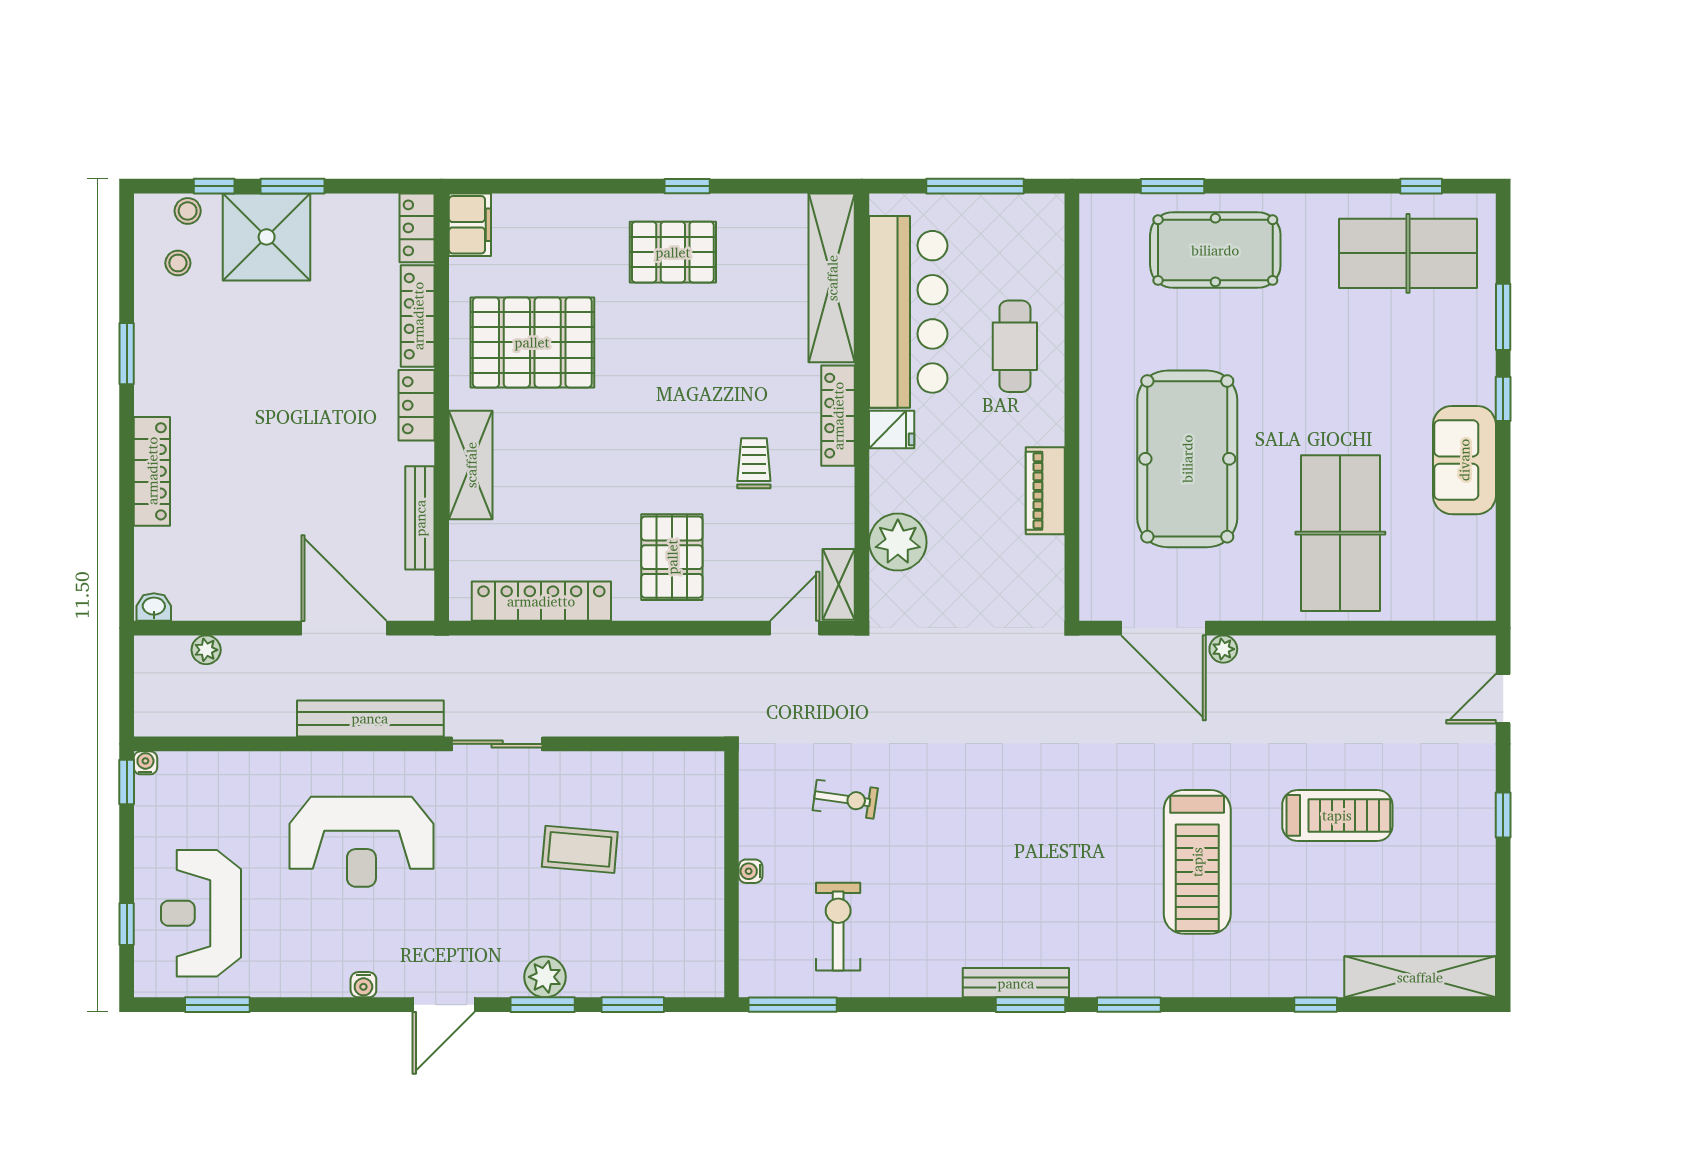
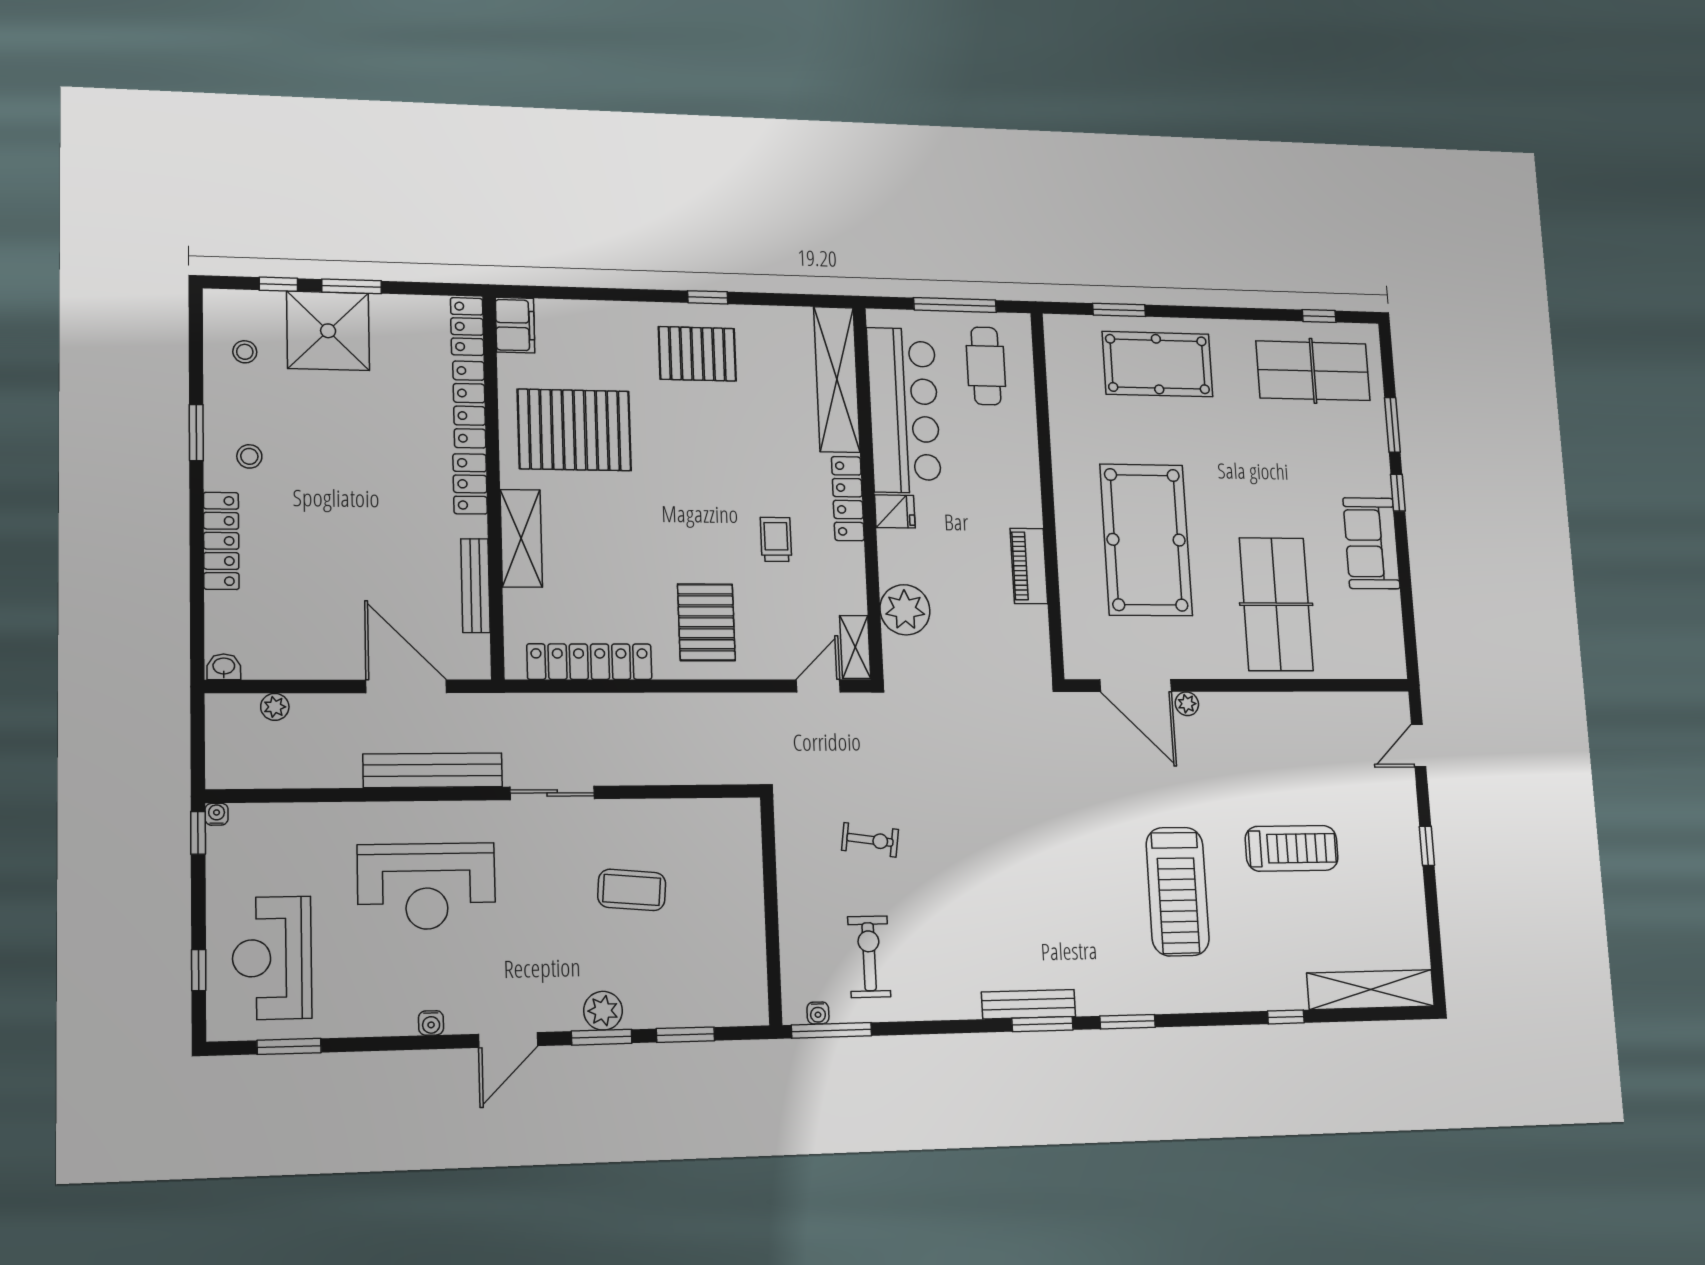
stool: (188, 211) -> (249, 456), moved
cafe table: (1015, 346) -> (986, 366), moved
water cooler: (751, 871) -> (818, 1013), moved, turned -90

